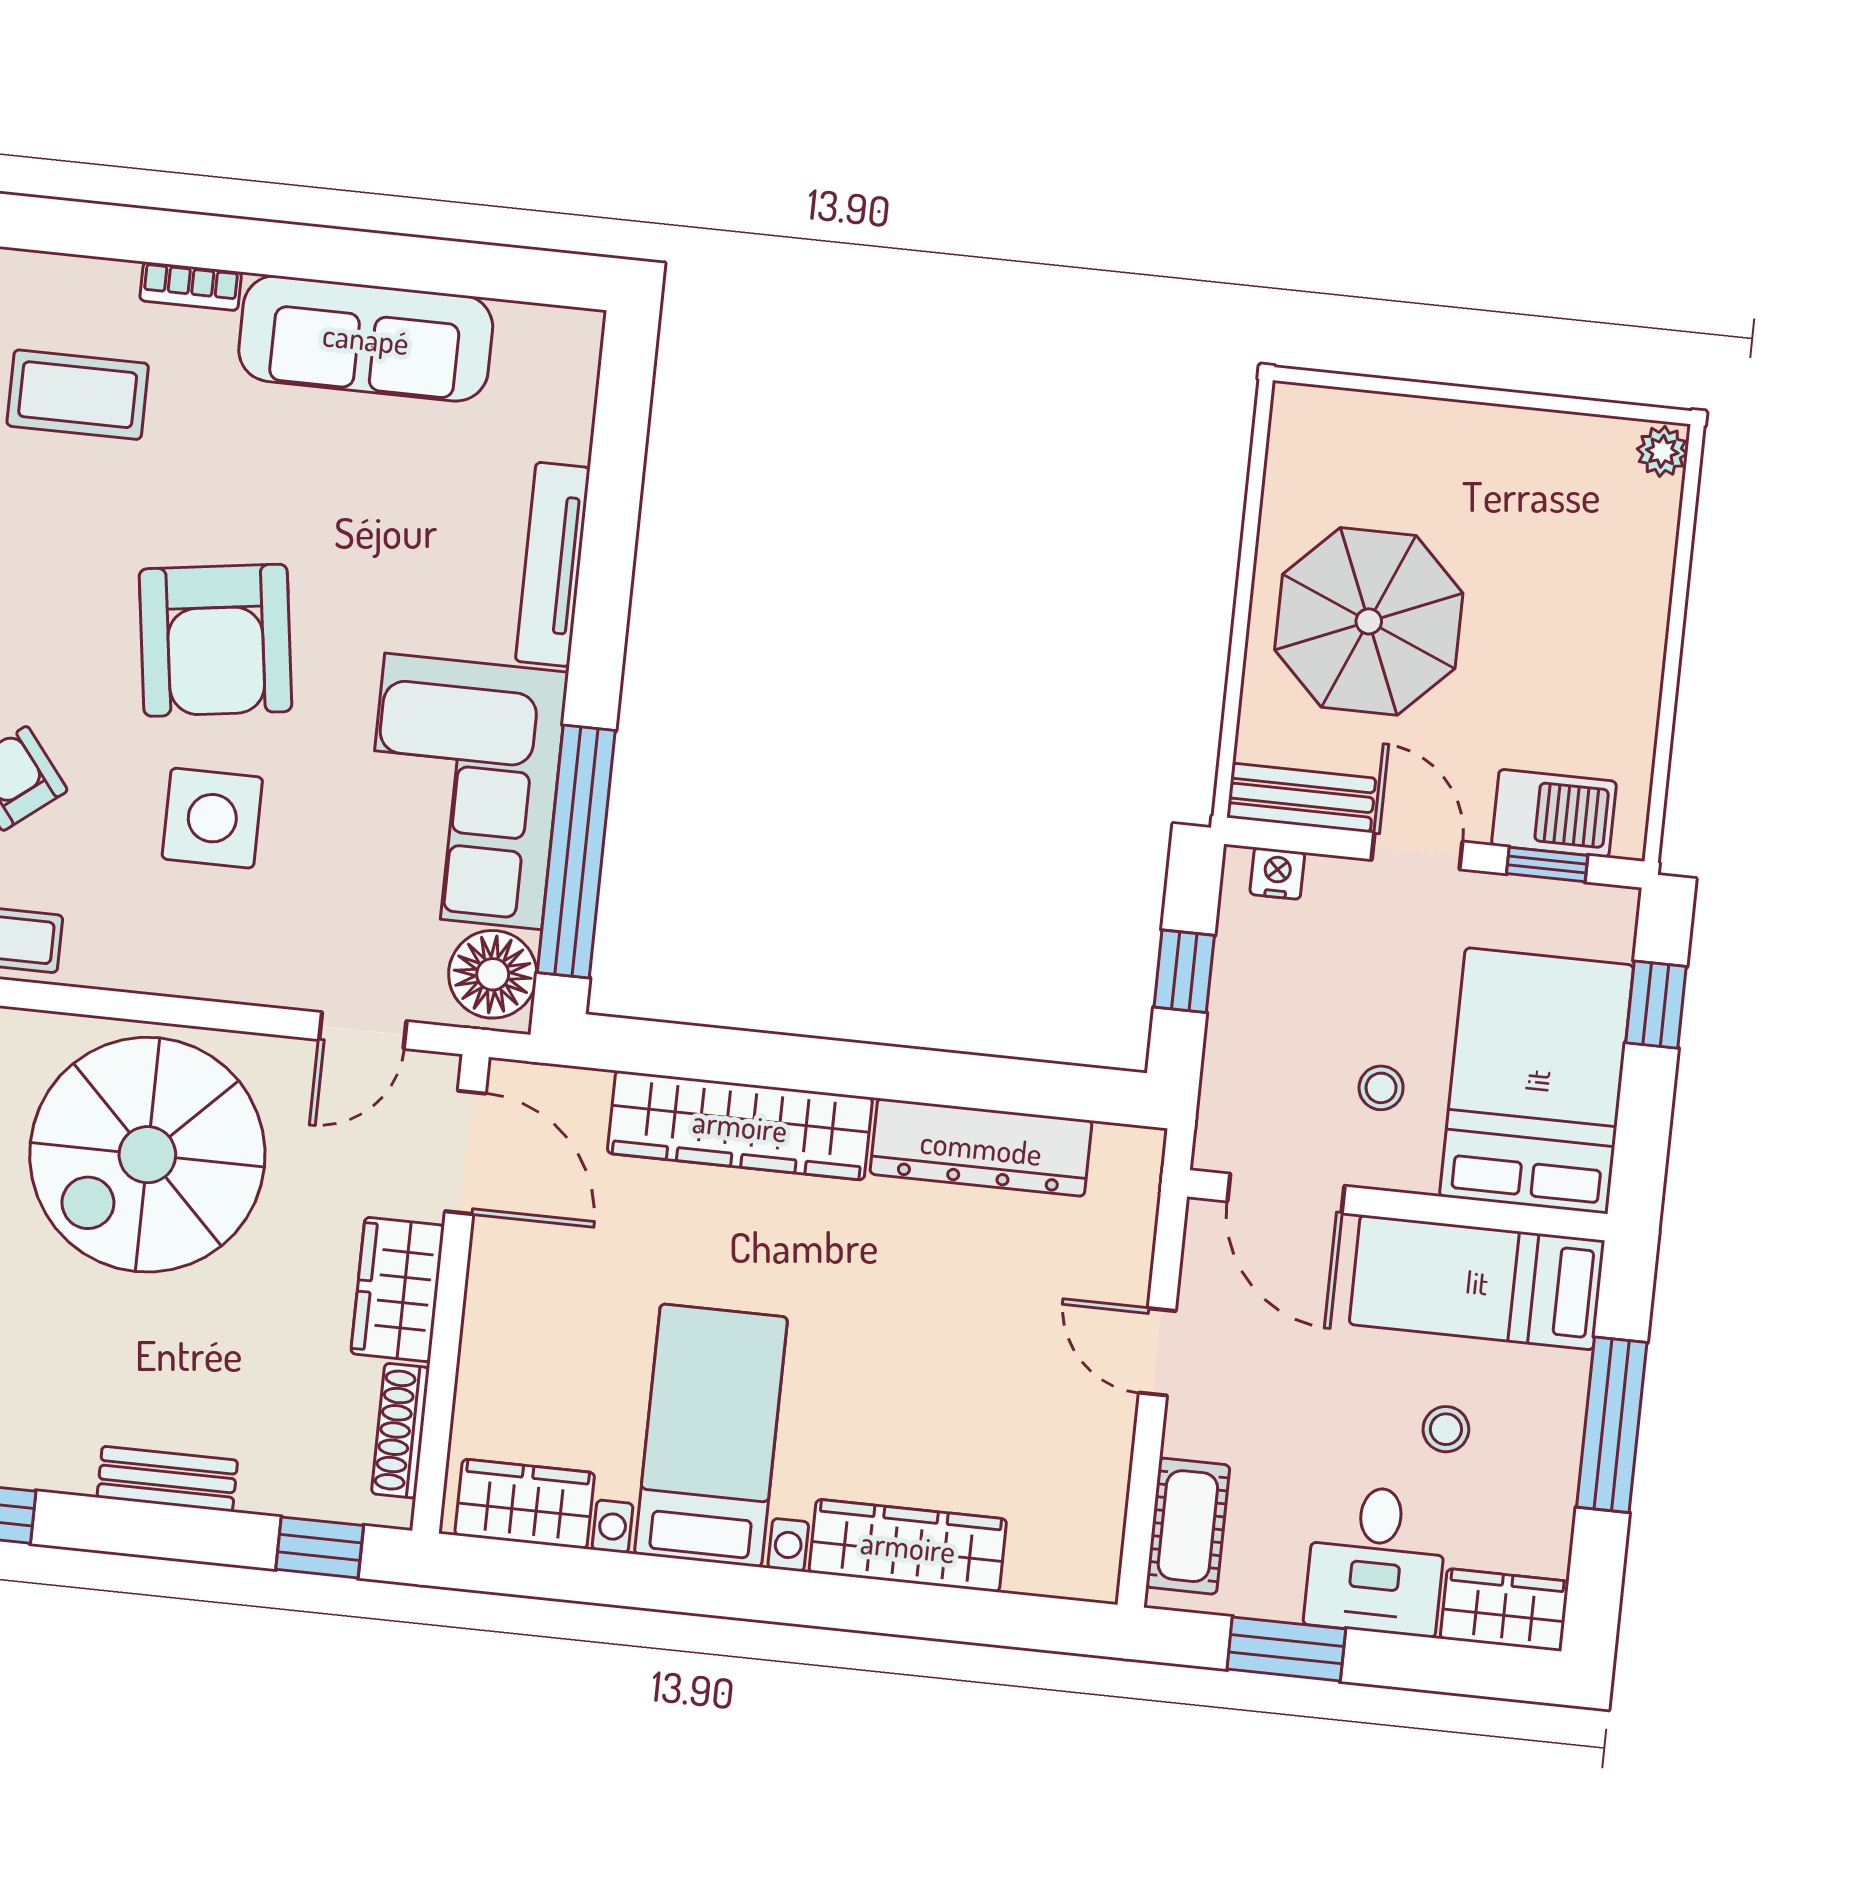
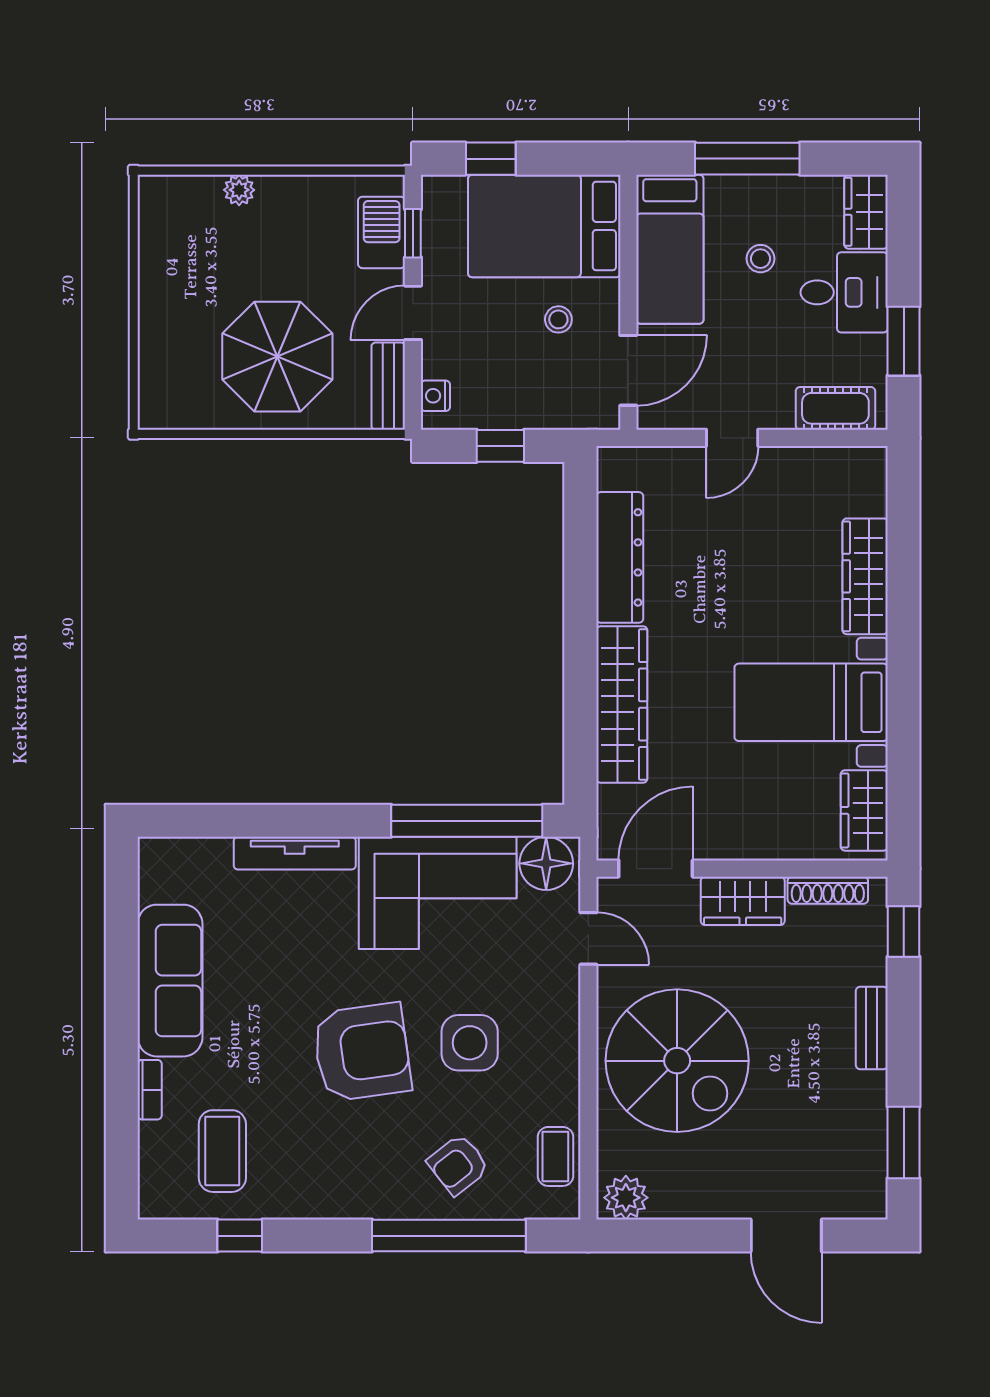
plant: (1662, 451) -> (239, 190), moved

